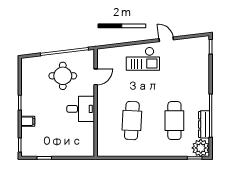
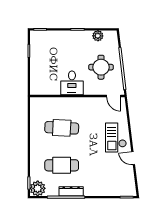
door: (166, 39) -> (133, 158), swing flipped
door: (96, 77) -> (114, 96), moved
plant: (27, 79) -> (98, 36), added
filing cabinet: (28, 121) -> (61, 36), removed
dresser: (204, 124) -> (71, 191), moved

